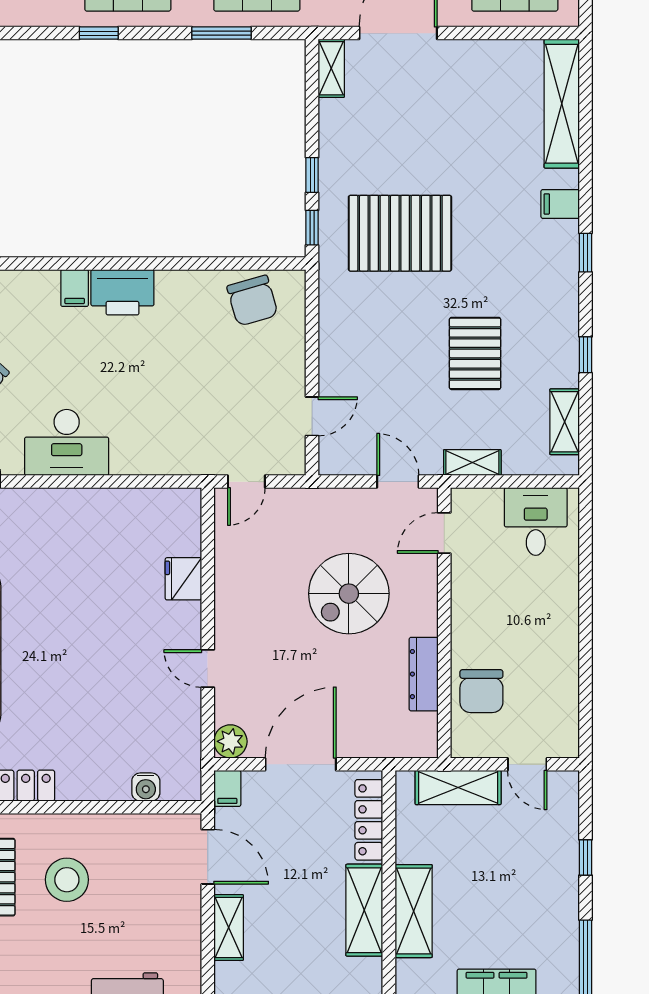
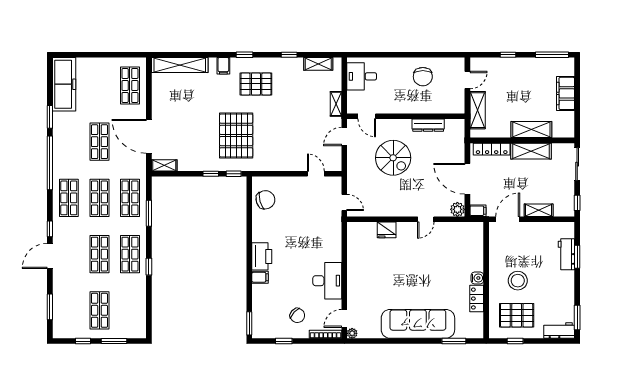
pallet: (475, 353) -> (256, 84), moved
chair: (481, 691) -> (423, 77), moved, turned 90
water cooler: (146, 787) -> (477, 278), moved

